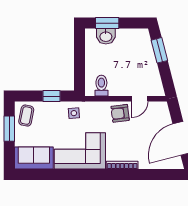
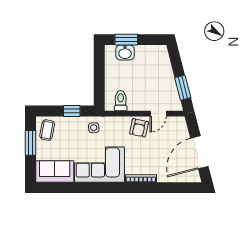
window: (159, 50) -> (183, 88), moved
armchair: (120, 113) -> (139, 128), turned -71

